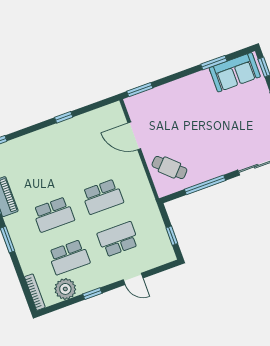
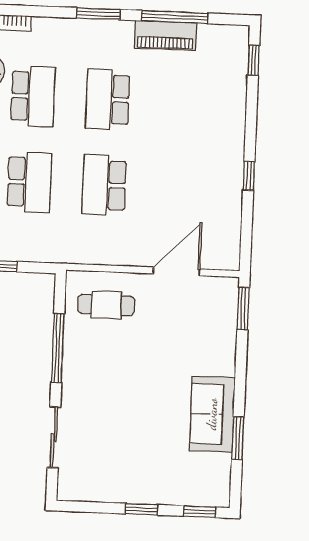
sofa: (235, 72) -> (212, 414), moved
cafe table: (169, 167) -> (106, 305), turned 47
school desk: (69, 257) -> (33, 96), turned 180

